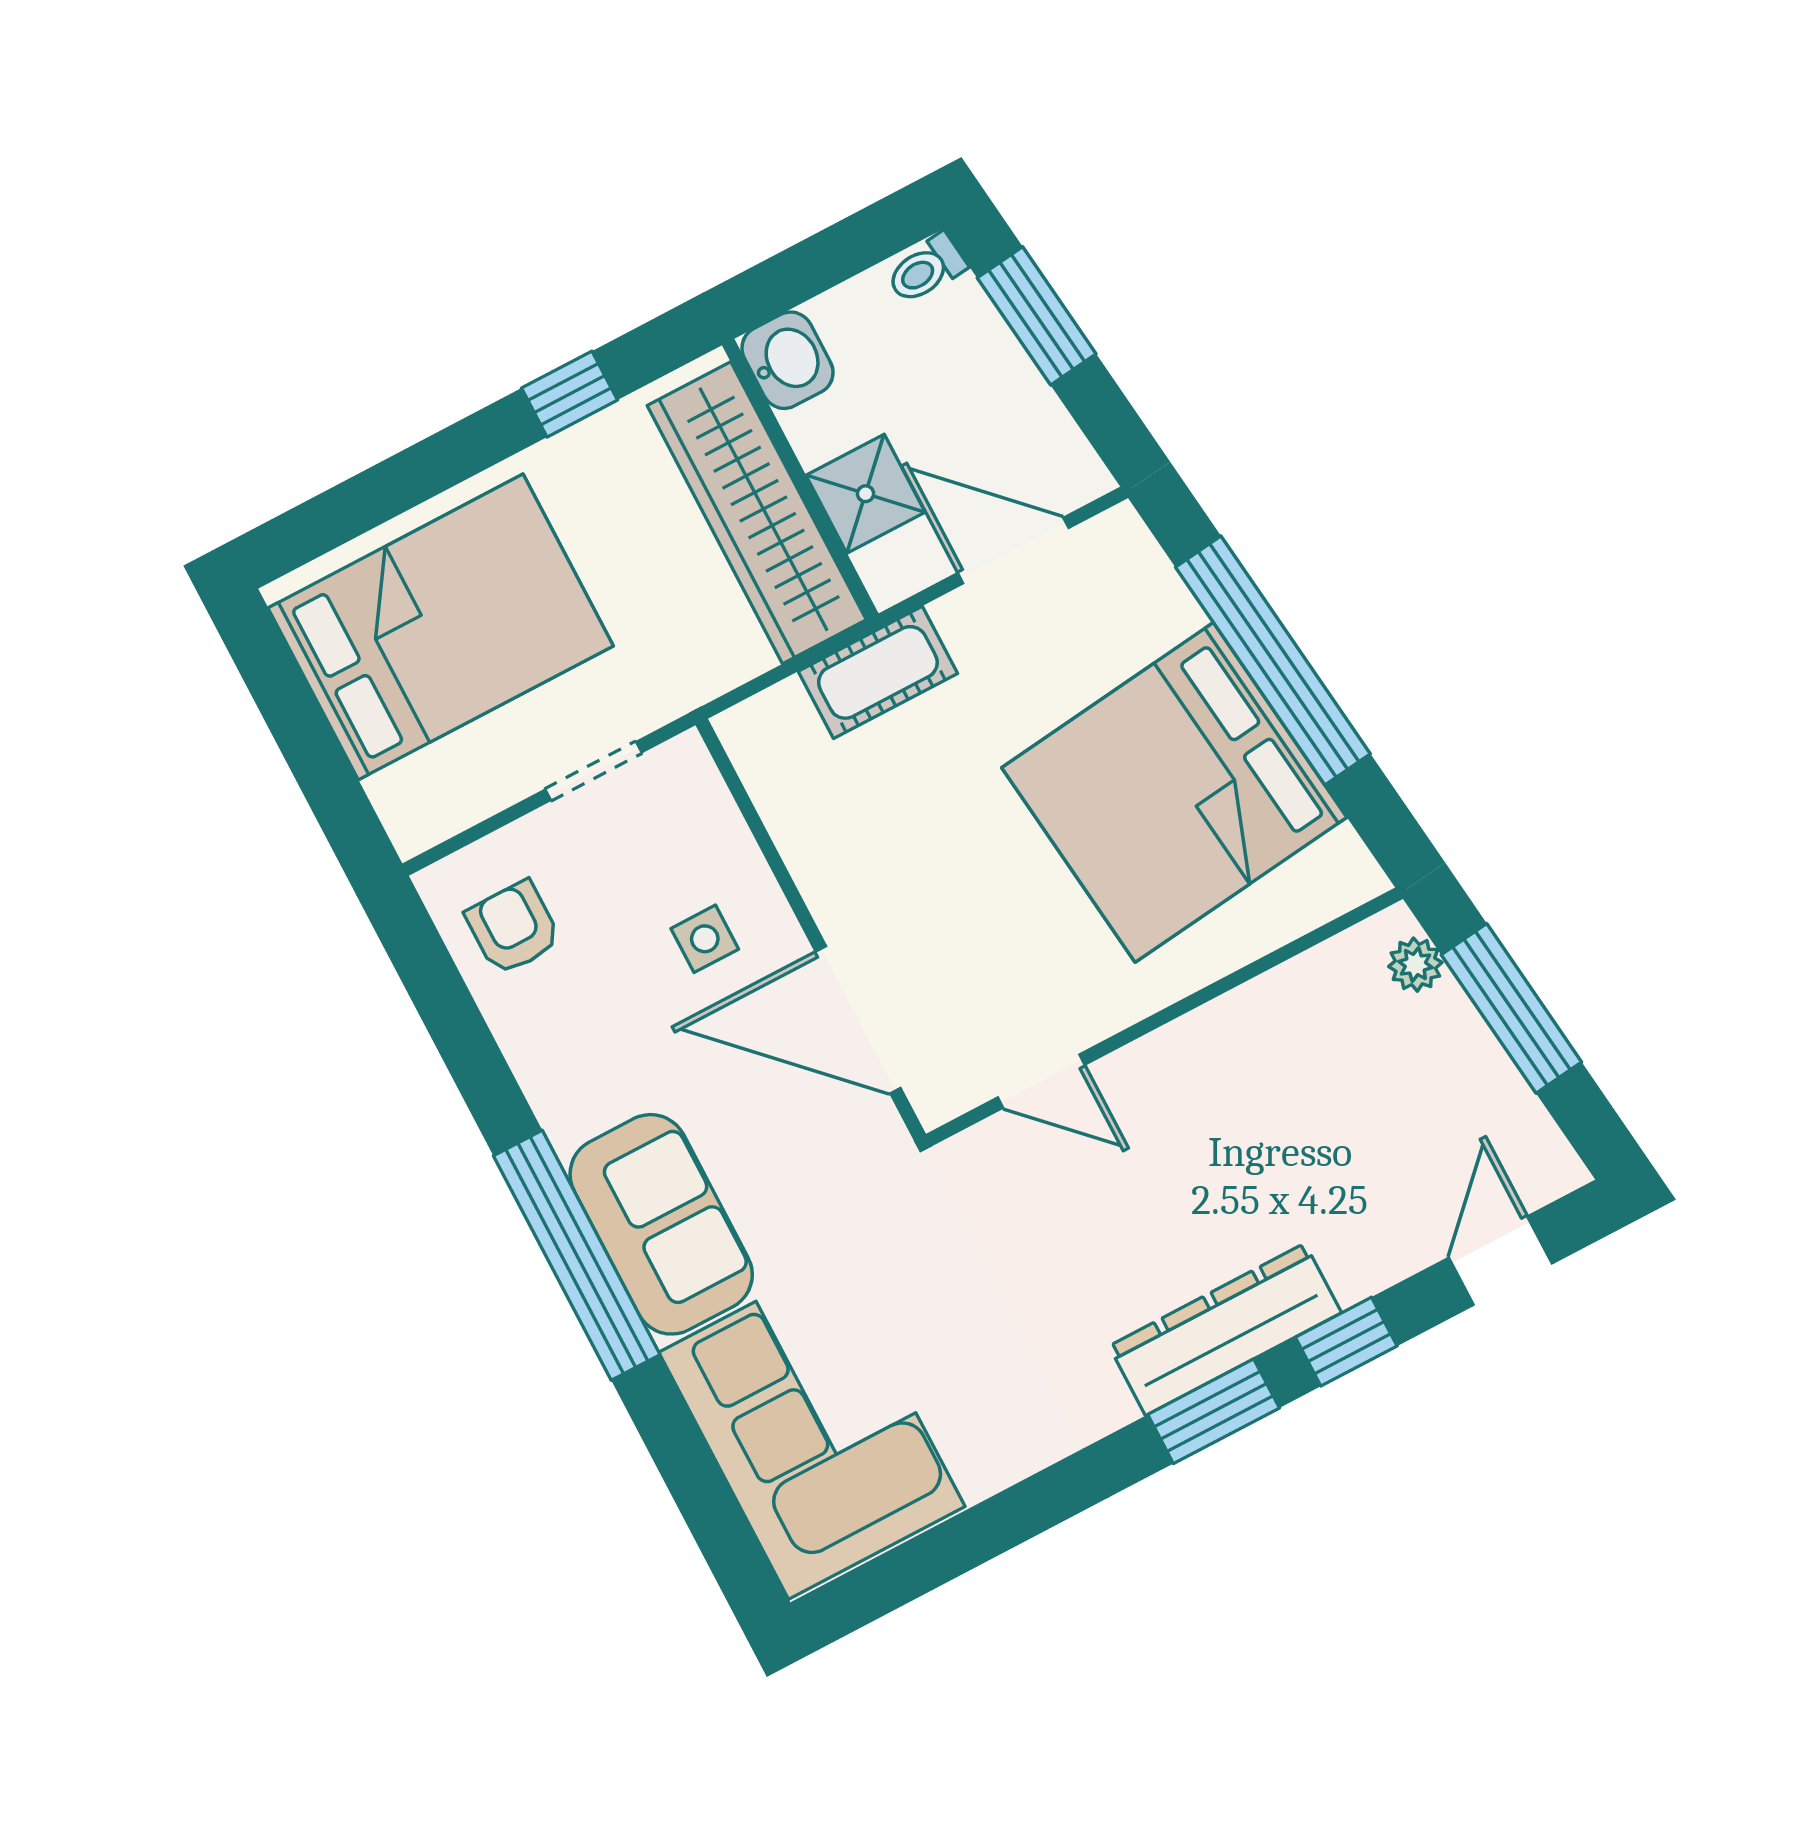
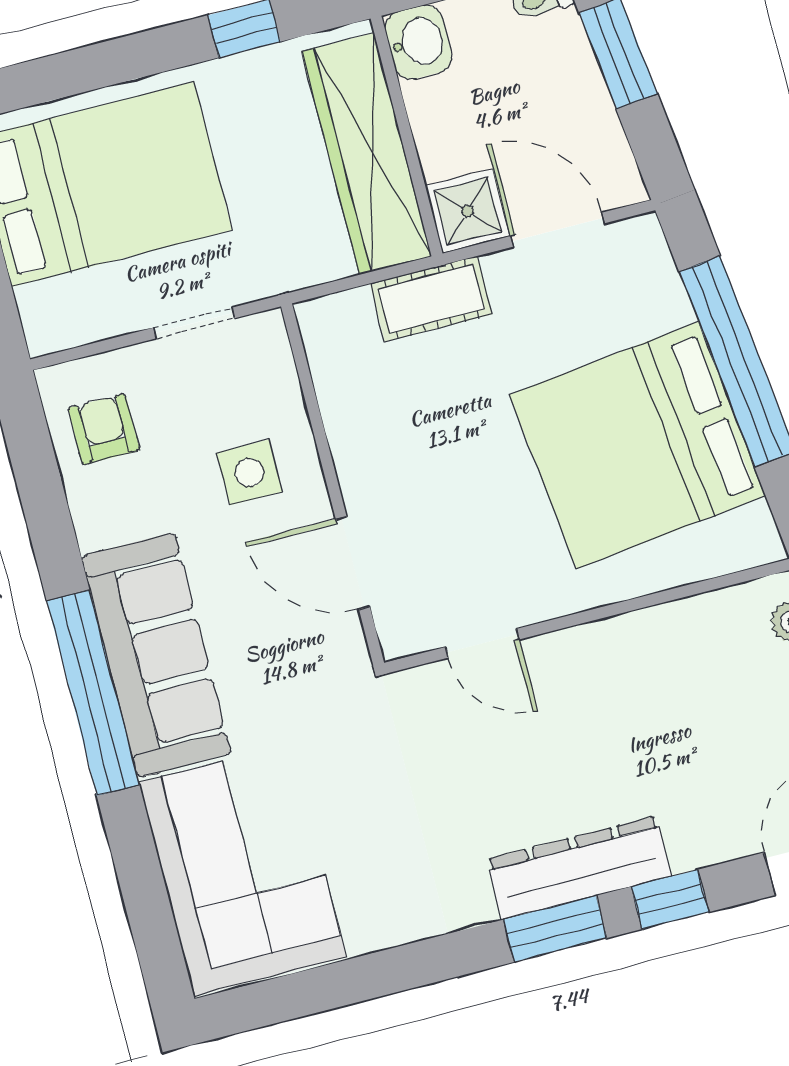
shower: (866, 494) -> (467, 211), moved
side table: (705, 939) -> (249, 472), width x1.37, depth x1.37
door: (858, 1020) -> (353, 563), width x0.73
sofa: (661, 1224) -> (156, 655), width x1.36

